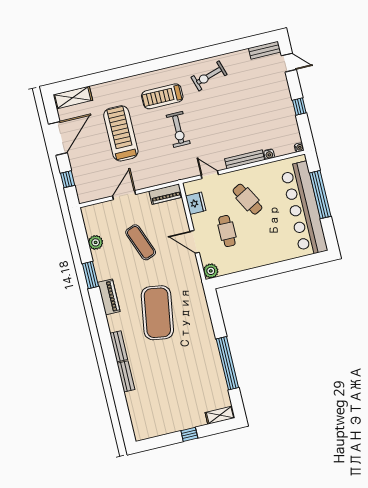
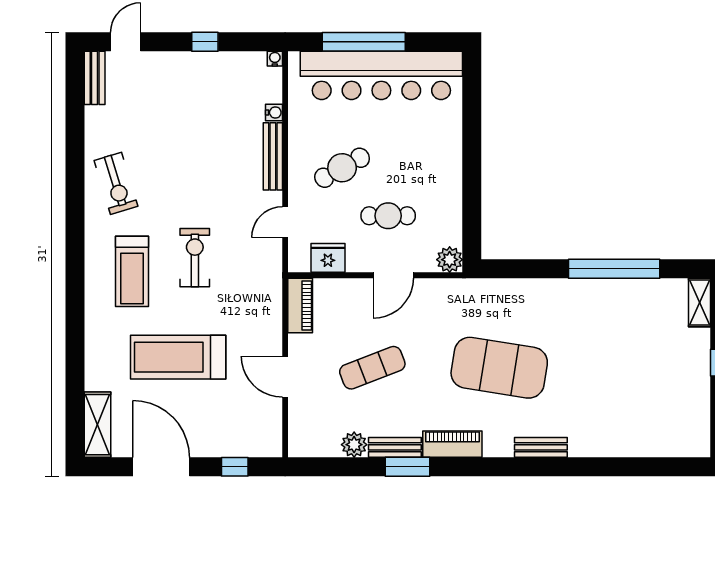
exercise bike: (178, 129) -> (195, 258), turned -90
bench: (126, 376) -> (395, 447), moved

